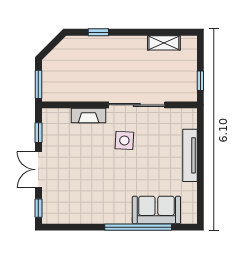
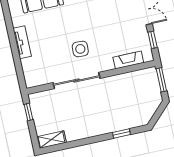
shelving: (164, 43) -> (52, 140), moved
fireplace: (89, 116) -> (128, 60), moved
tv unit: (190, 155) -> (22, 42), width x0.71

